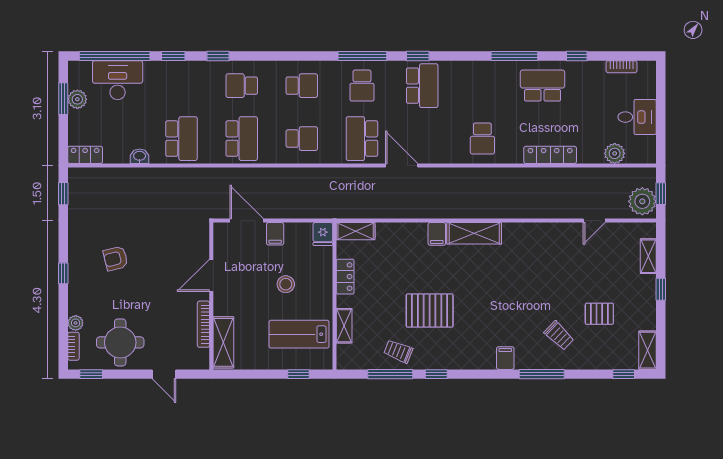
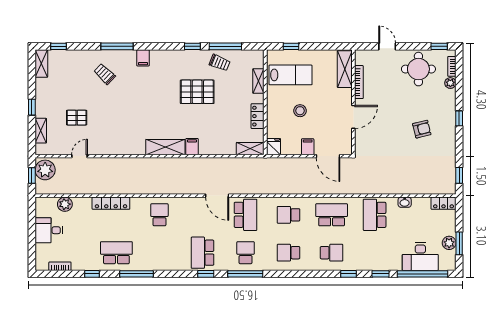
school desk: (543, 86) -> (116, 253), turned 180
school desk: (242, 139) -> (332, 215), turned 90
pallet: (599, 314) -> (77, 118), moved

